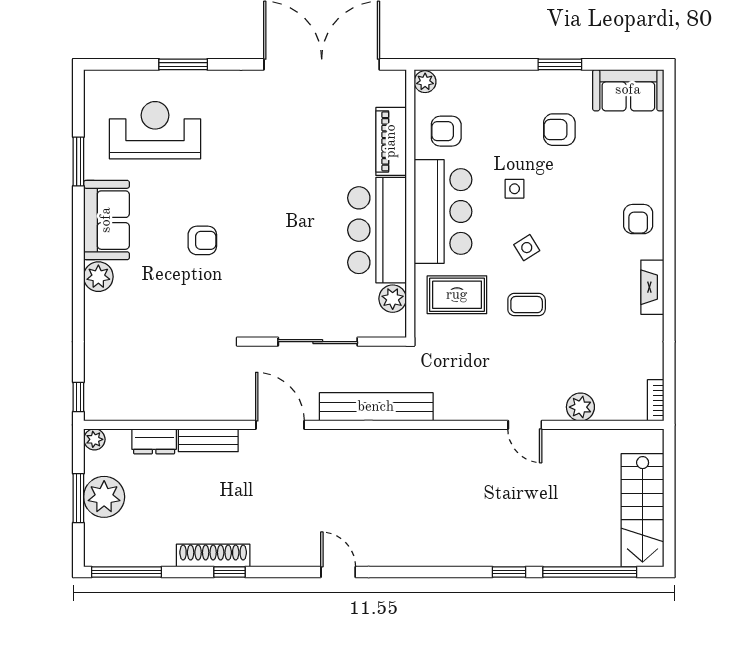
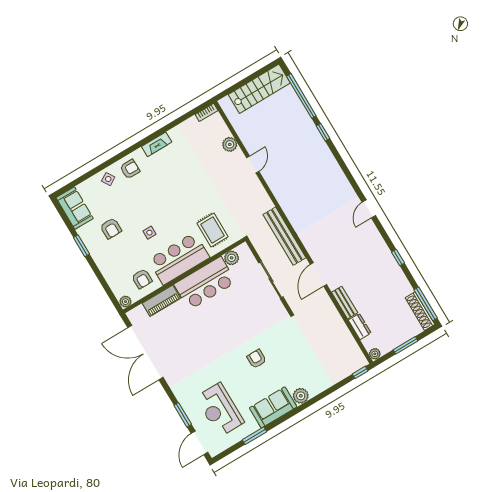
door: (120, 64) -> (200, 443), added
side table: (527, 248) -> (108, 179), moved
coffee table: (527, 305) -> (198, 196), removed
plant: (104, 497) -> (398, 334), removed
shoe rack: (213, 555) -> (420, 311), moved

